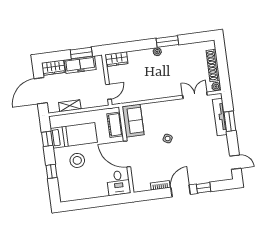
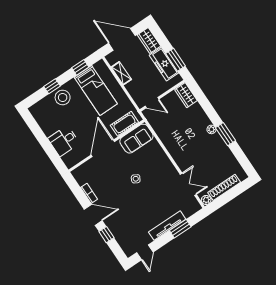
tv unit: (220, 117) -> (167, 226), moved
stool: (77, 160) -> (63, 97), moved
desk: (118, 183) -> (64, 141), moved

